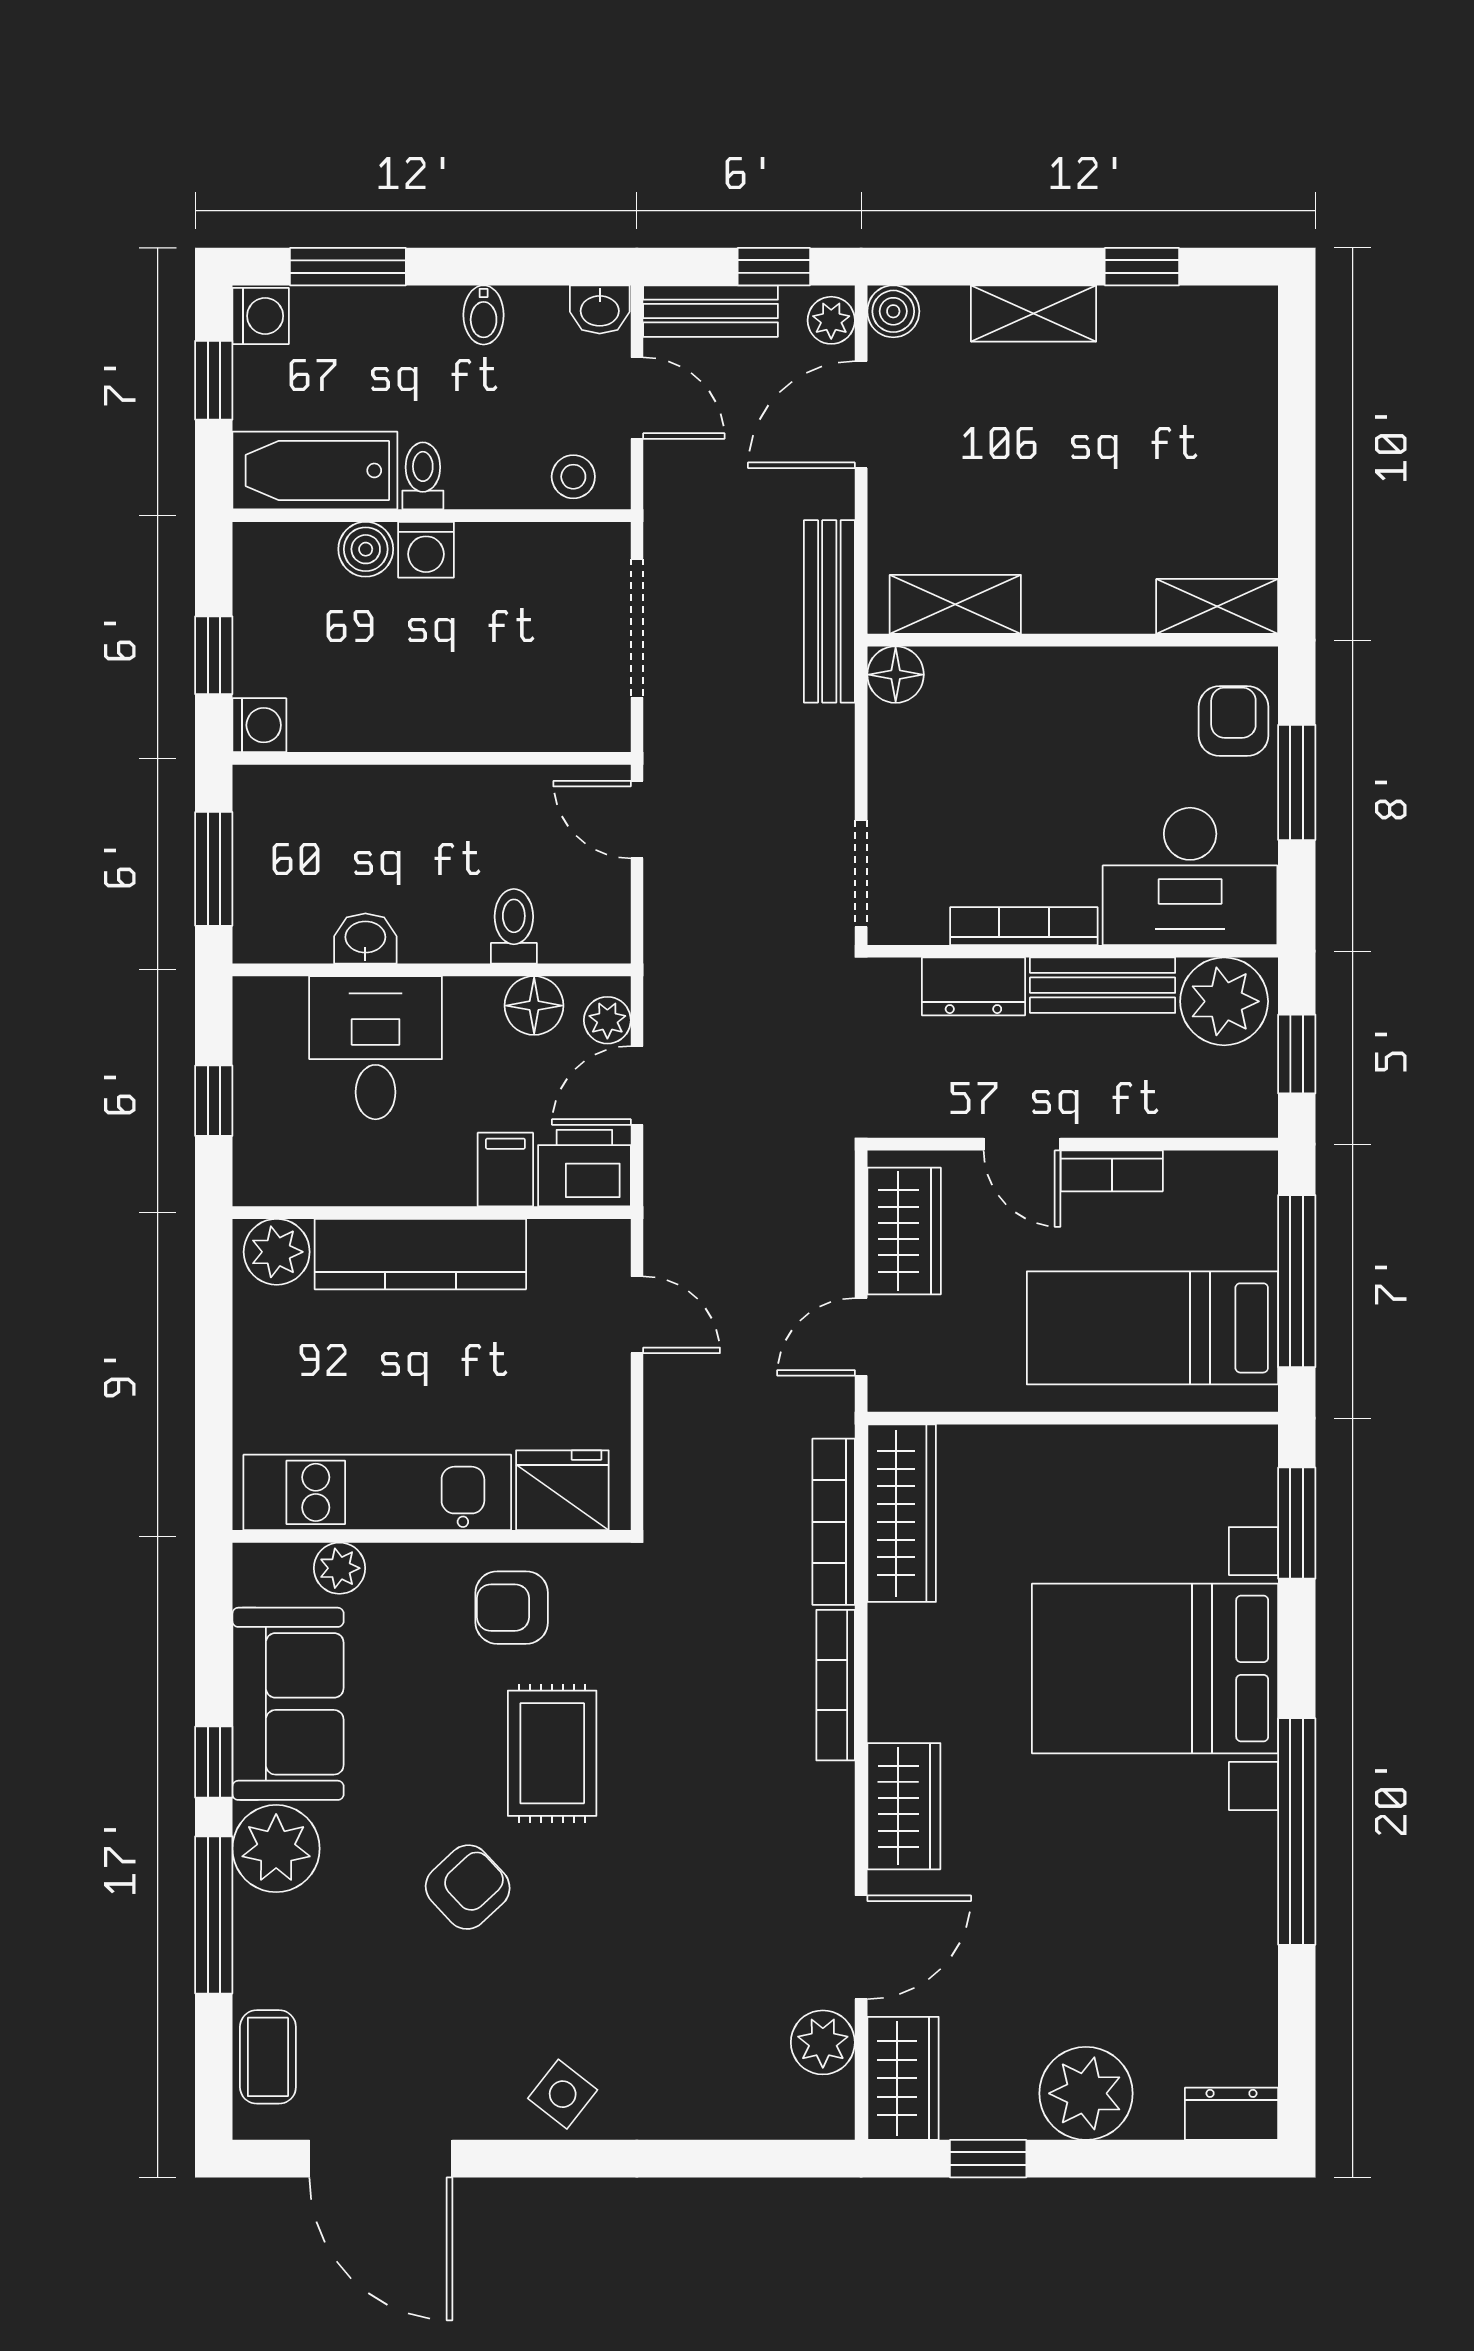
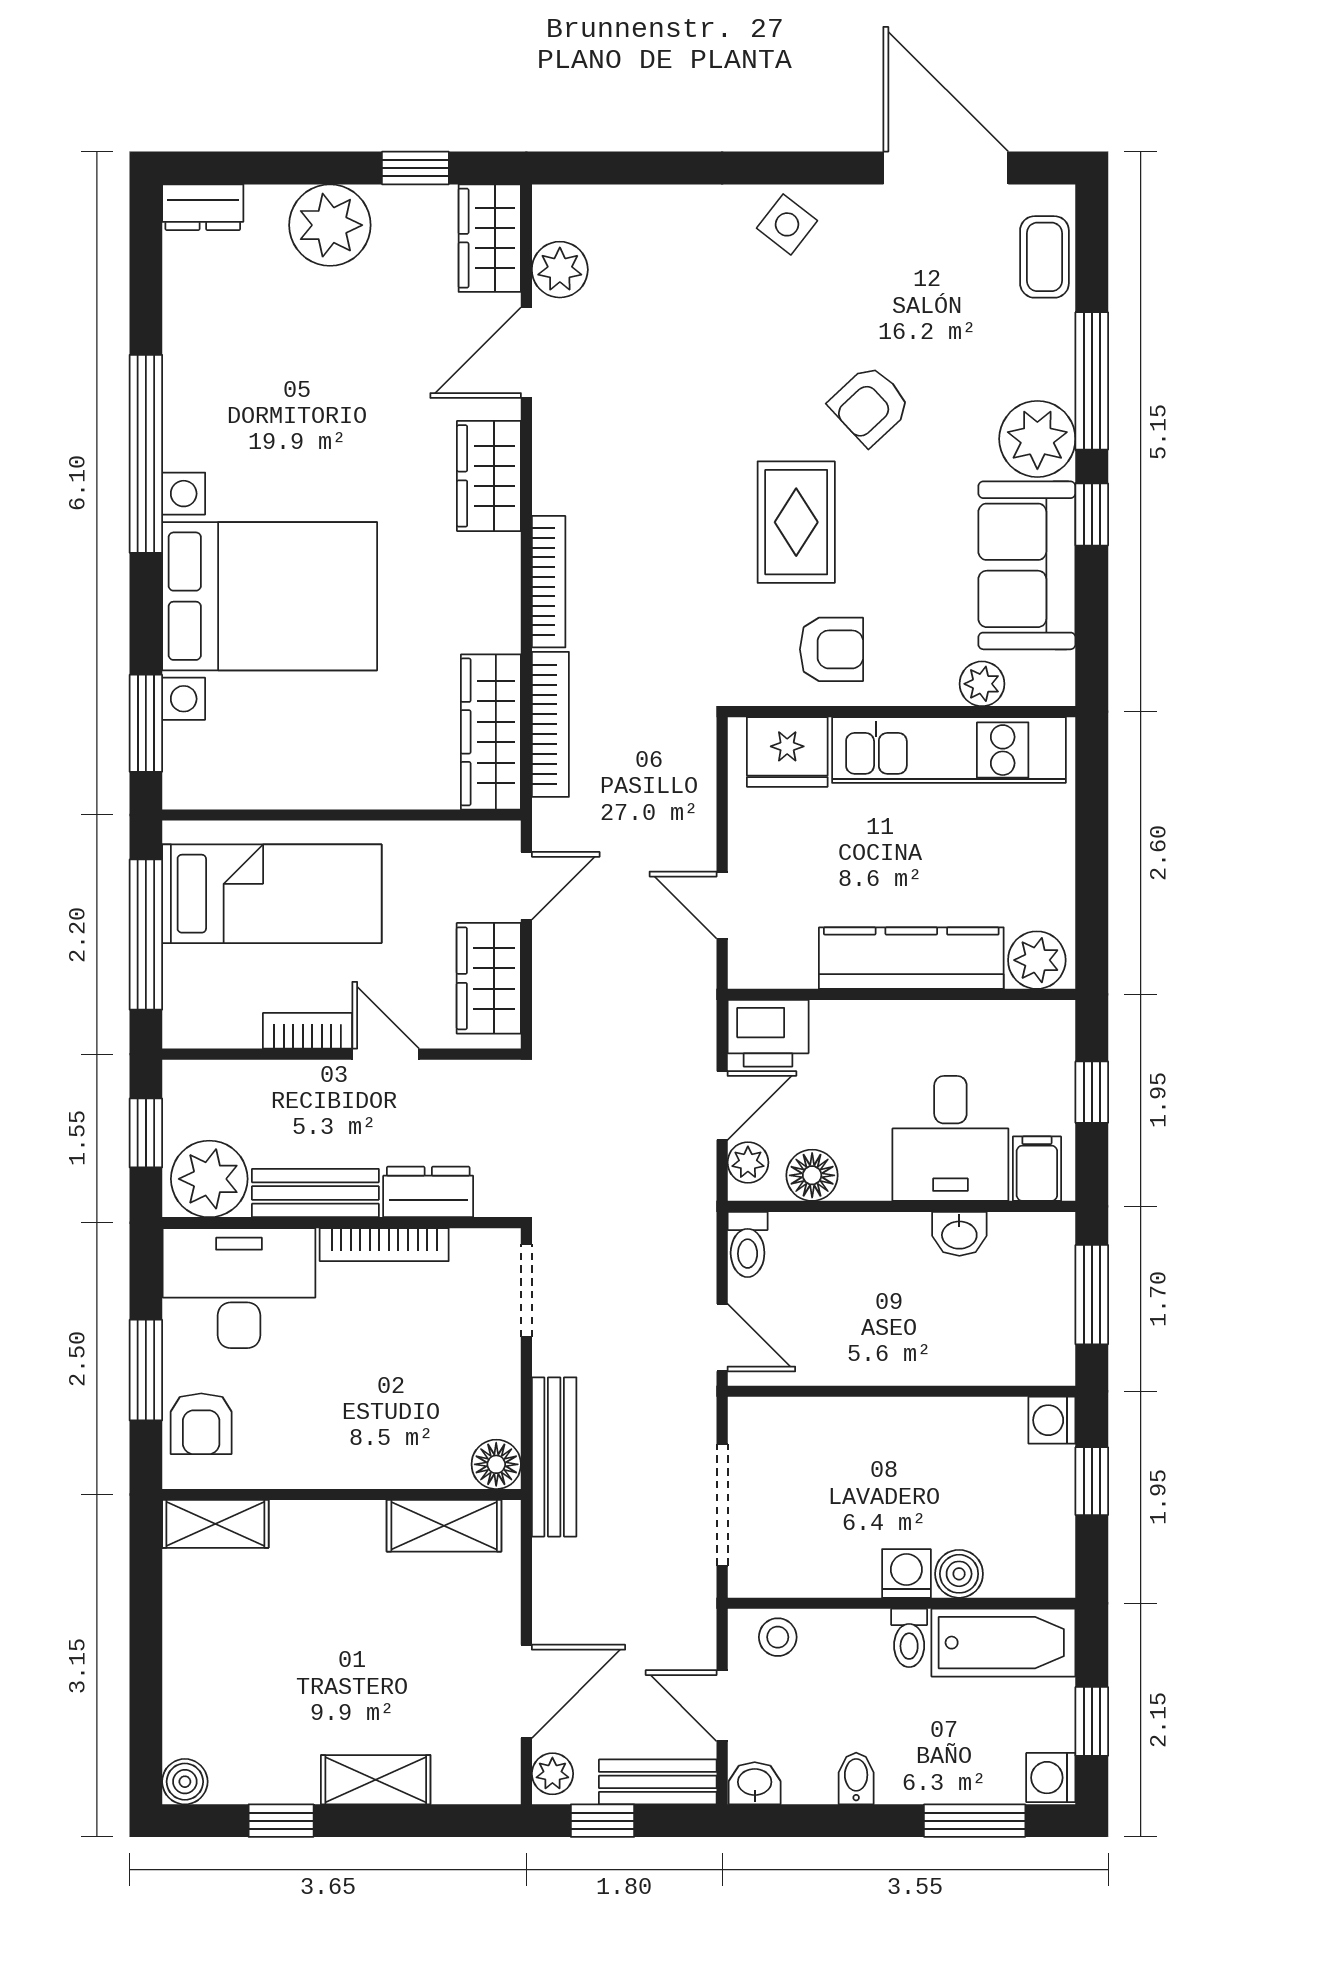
boiler: (893, 311) -> (185, 1782), moved
bench: (829, 611) -> (554, 1457), moved
toilet: (514, 926) -> (748, 1244), moved
filing cabinet: (505, 1170) -> (1037, 1169), moved, turned 180

